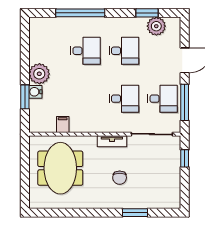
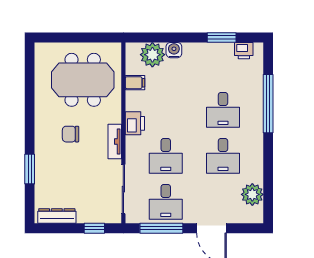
window: (147, 13) -> (268, 183), removed
printer: (36, 33) -> (244, 51), added
plant: (39, 74) -> (152, 55), moved
window: (25, 97) -> (222, 37), moved
printer: (97, 124) -> (135, 123), added
chair: (120, 178) -> (71, 134), moved
dresser: (174, 190) -> (57, 216), added

